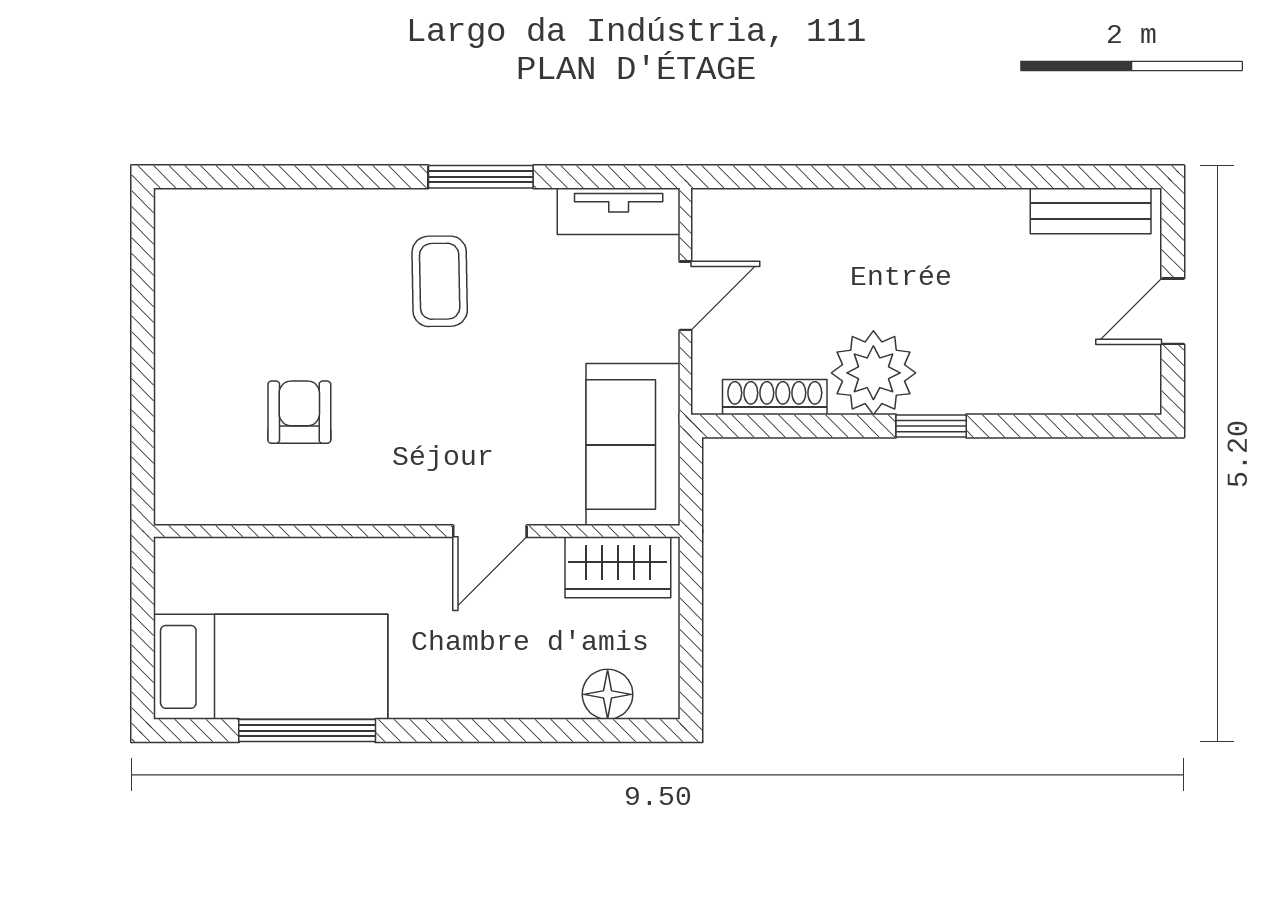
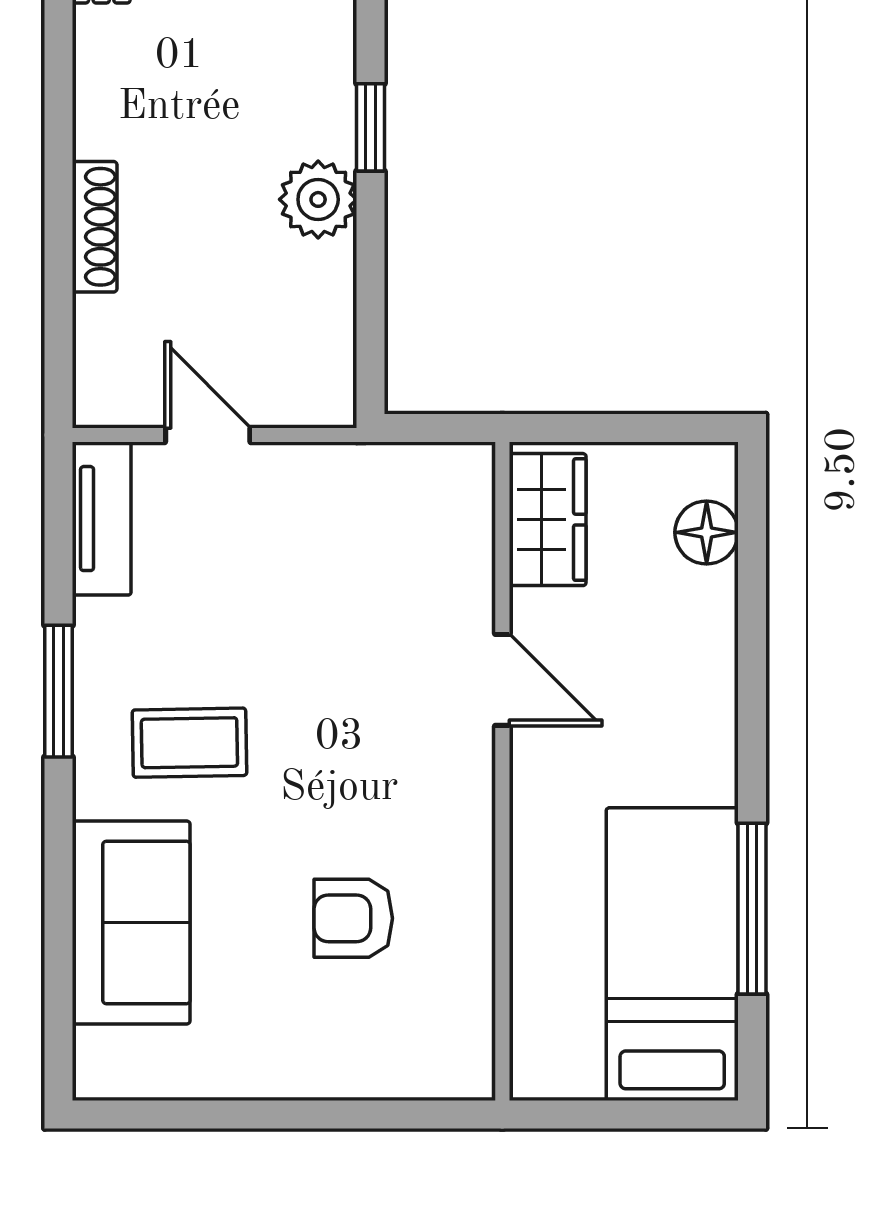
plant: (873, 373) -> (318, 199), width x0.73, depth x0.73
shoe rack: (775, 397) -> (95, 227), moved, turned 180
sofa: (633, 445) -> (131, 922), moved, turned -90

